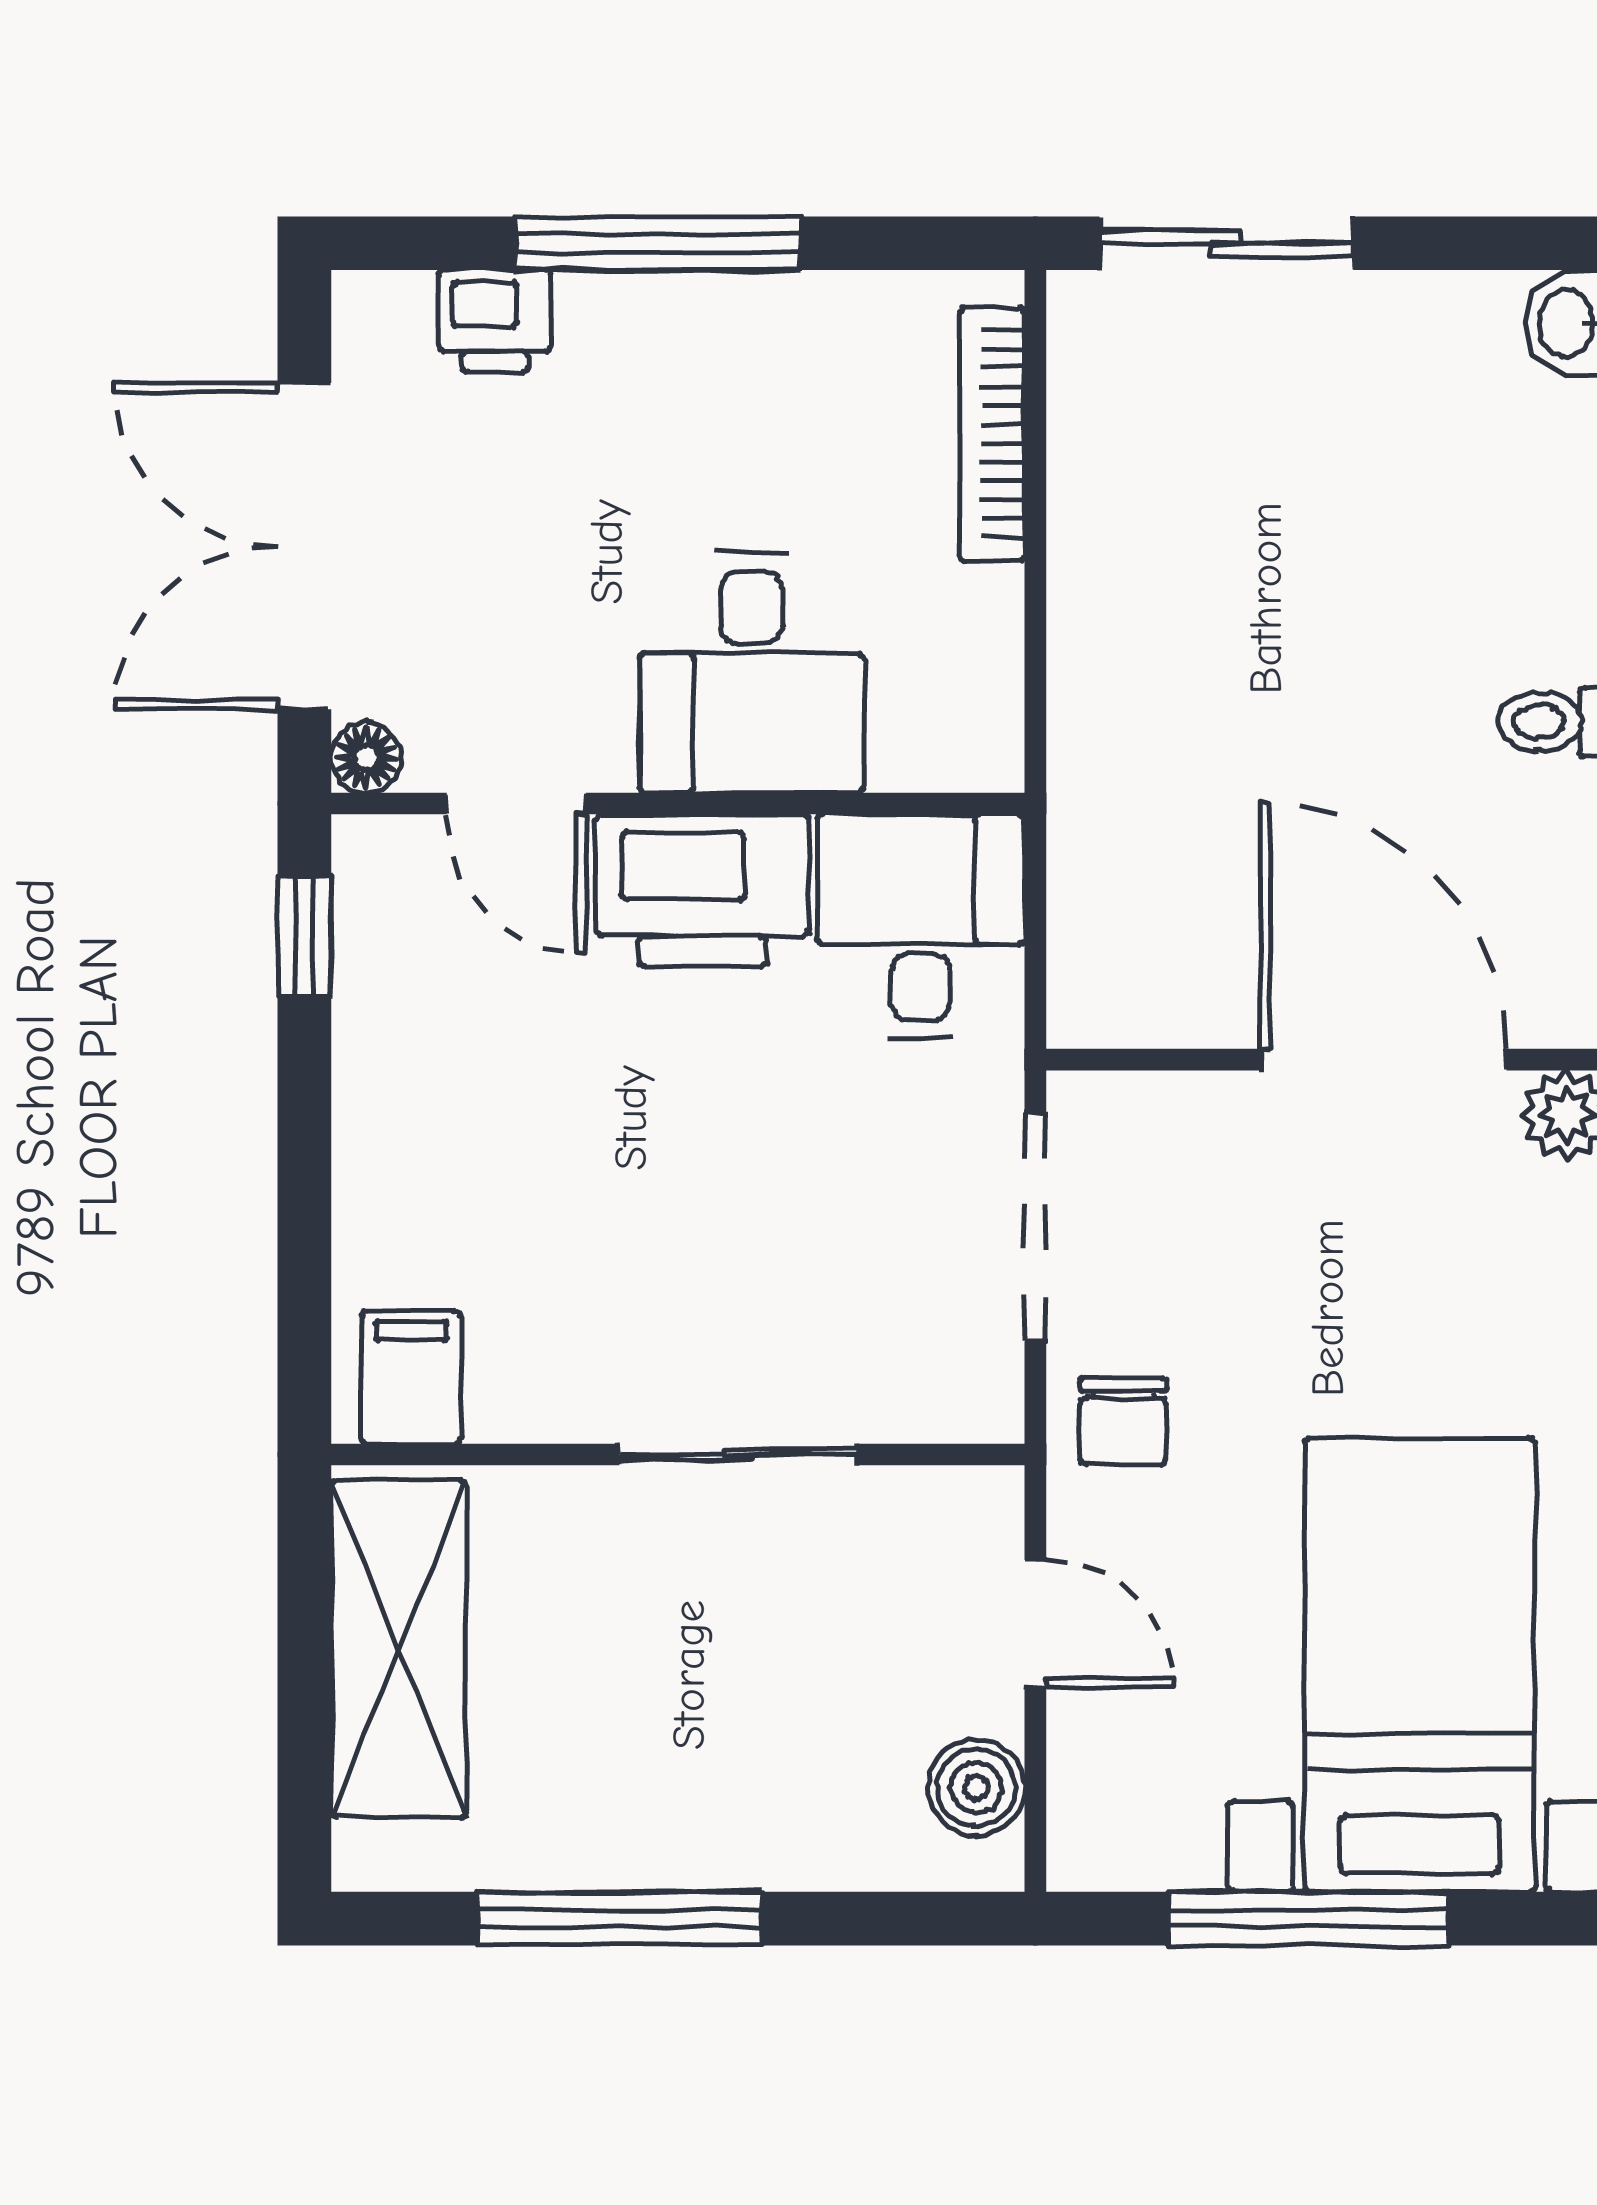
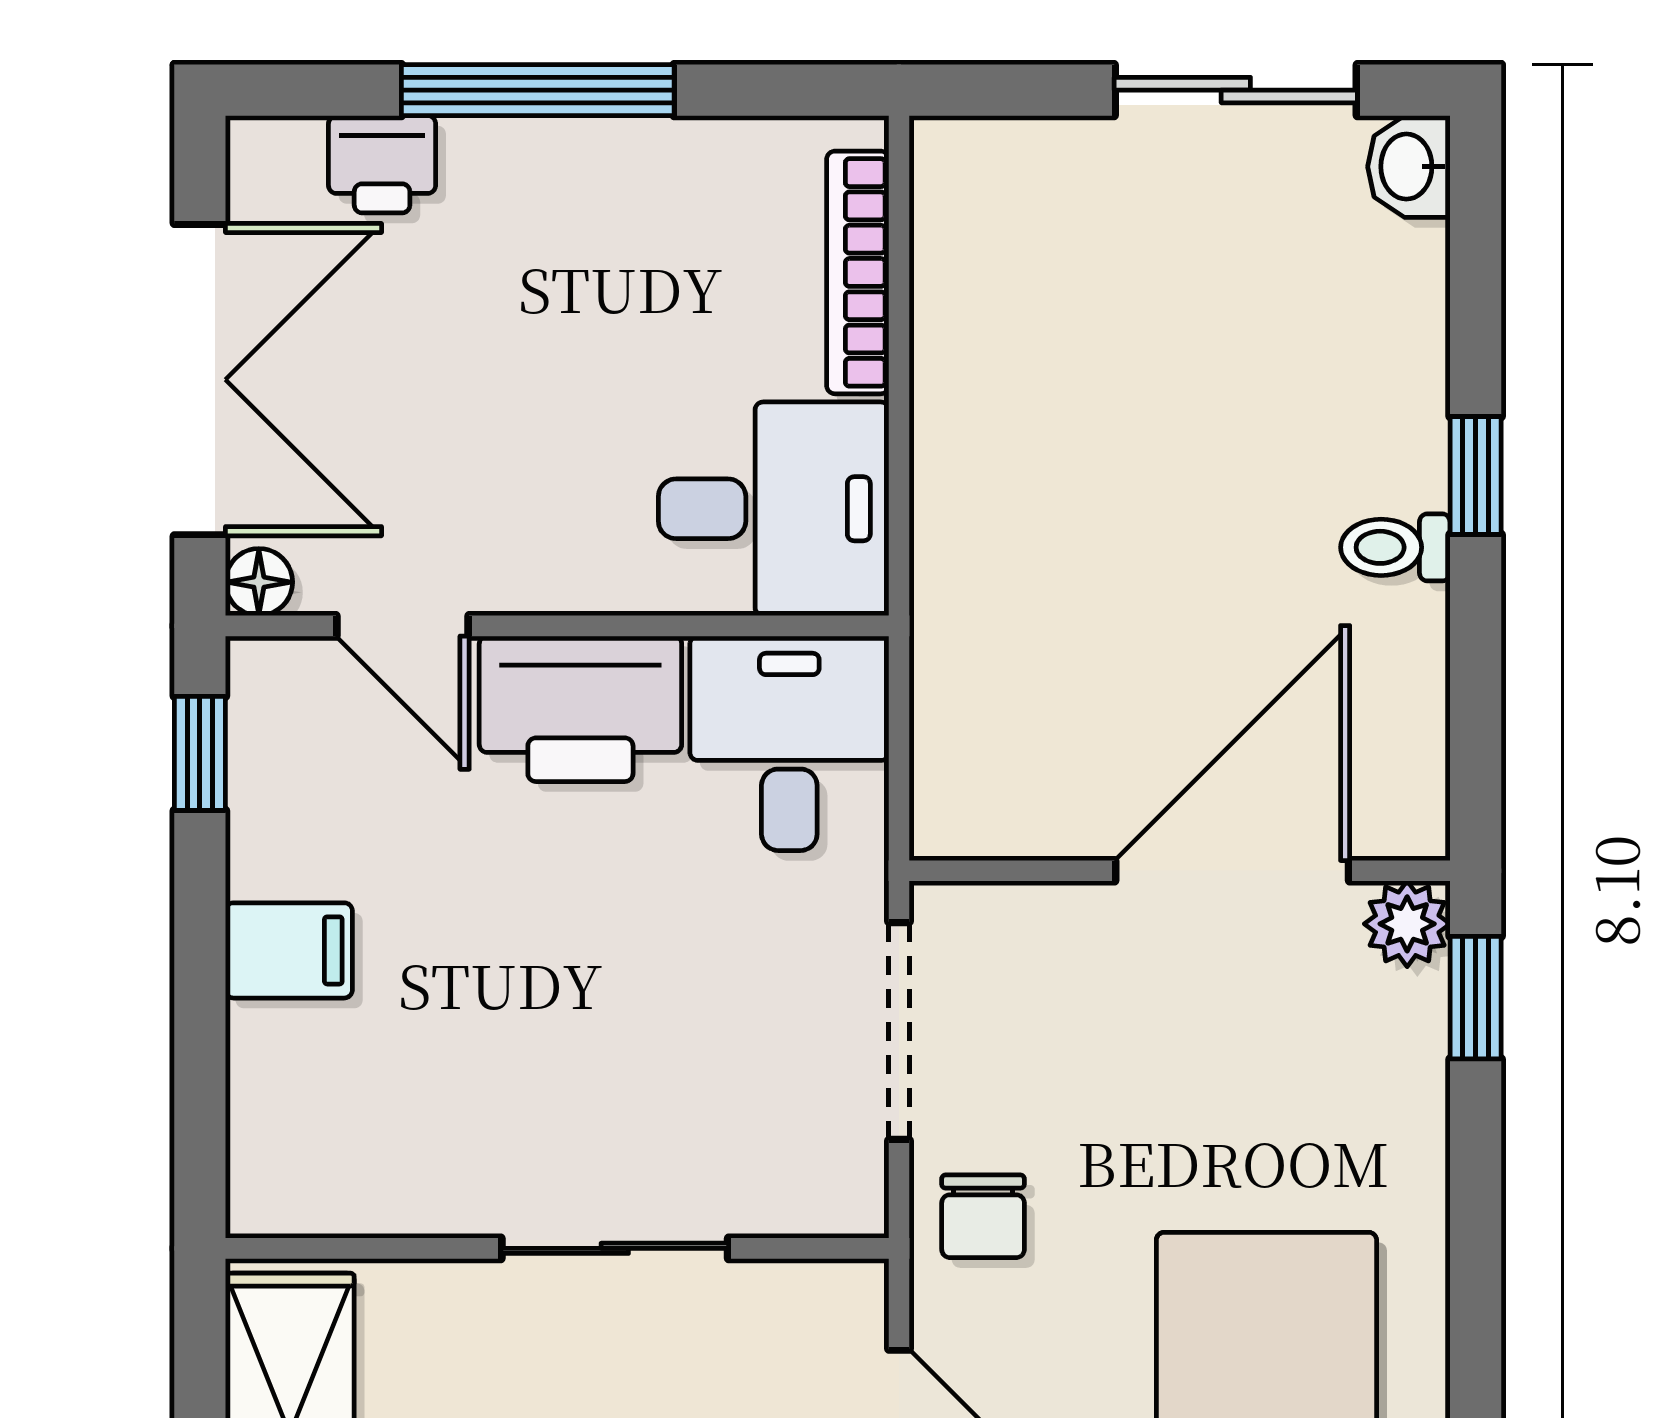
sliding door: (1227, 243) -> (1236, 90), moved
double door: (304, 546) -> (200, 380), swing flipped
desk: (752, 672) -> (774, 509), moved, turned -90
door: (1384, 1060) -> (1232, 871), hinge flipped
filing cabinet: (411, 1377) -> (289, 950), moved, turned 90

